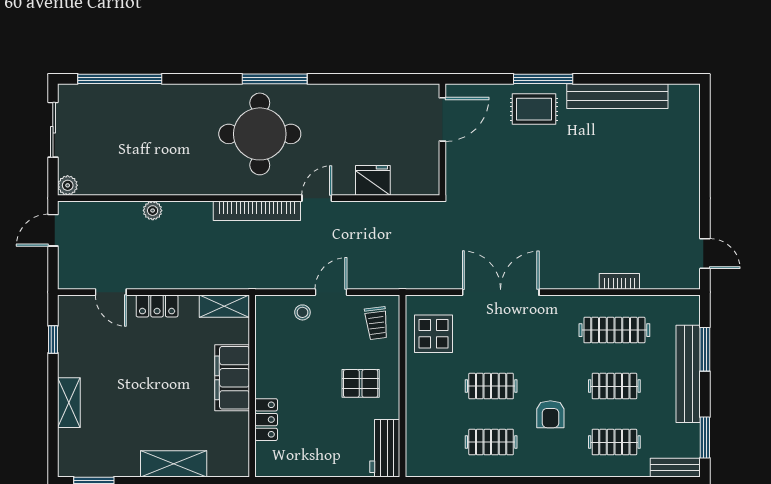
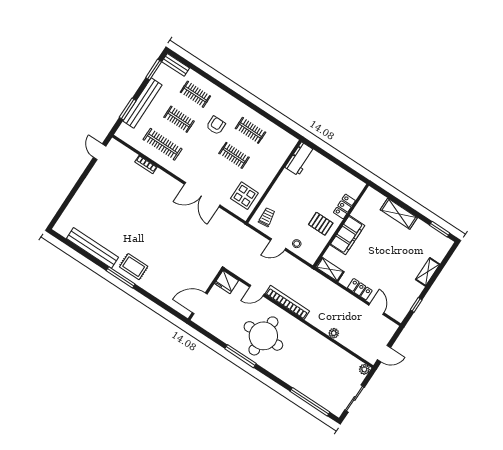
door: (442, 119) -> (200, 303), moved
wall: (442, 139) -> (205, 294), moved
pallet: (361, 383) -> (321, 224), moved

